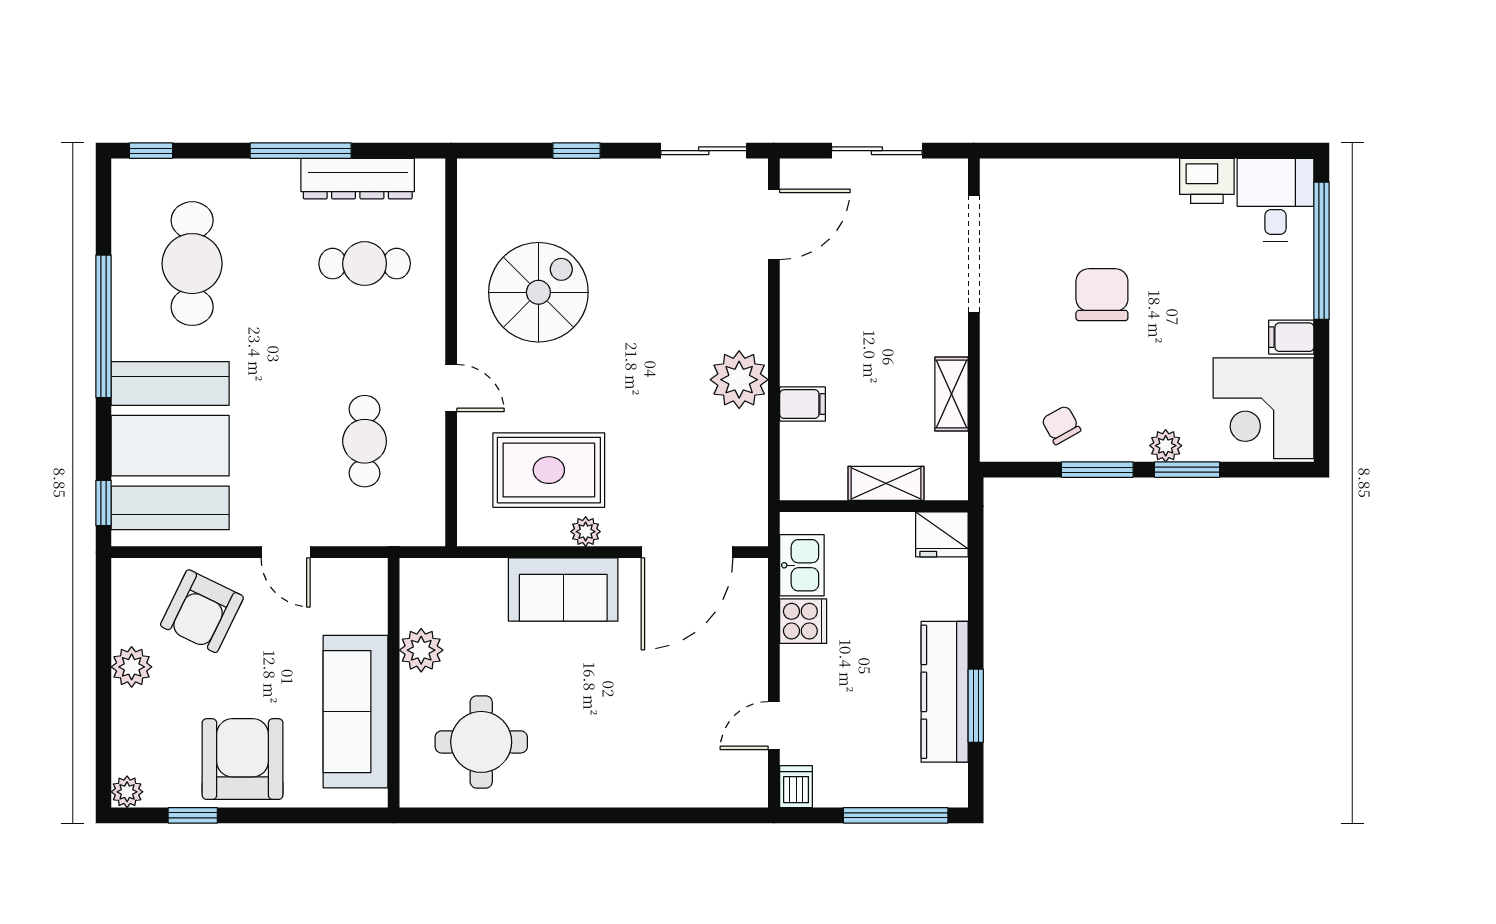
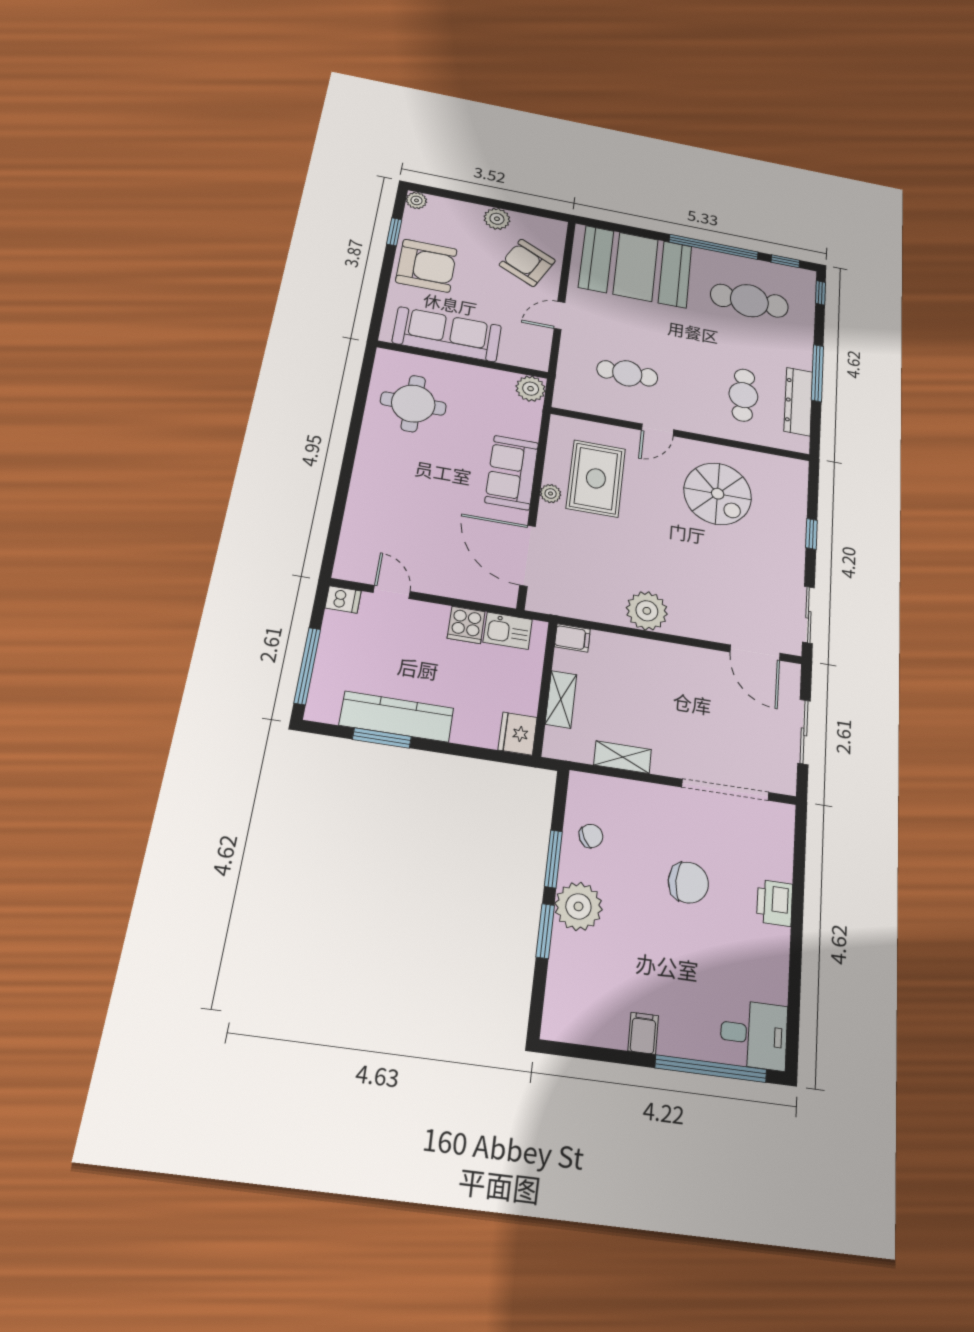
printer: (1207, 181) -> (775, 903), moved
filing cabinet: (803, 404) -> (572, 638), moved, turned -90
corner desk: (1263, 408) -> (588, 1002), removed
plant: (1166, 446) -> (578, 906), width x1.88, depth x1.88
window: (104, 503) -> (785, 261), moved
plant: (421, 650) -> (531, 389), moved

